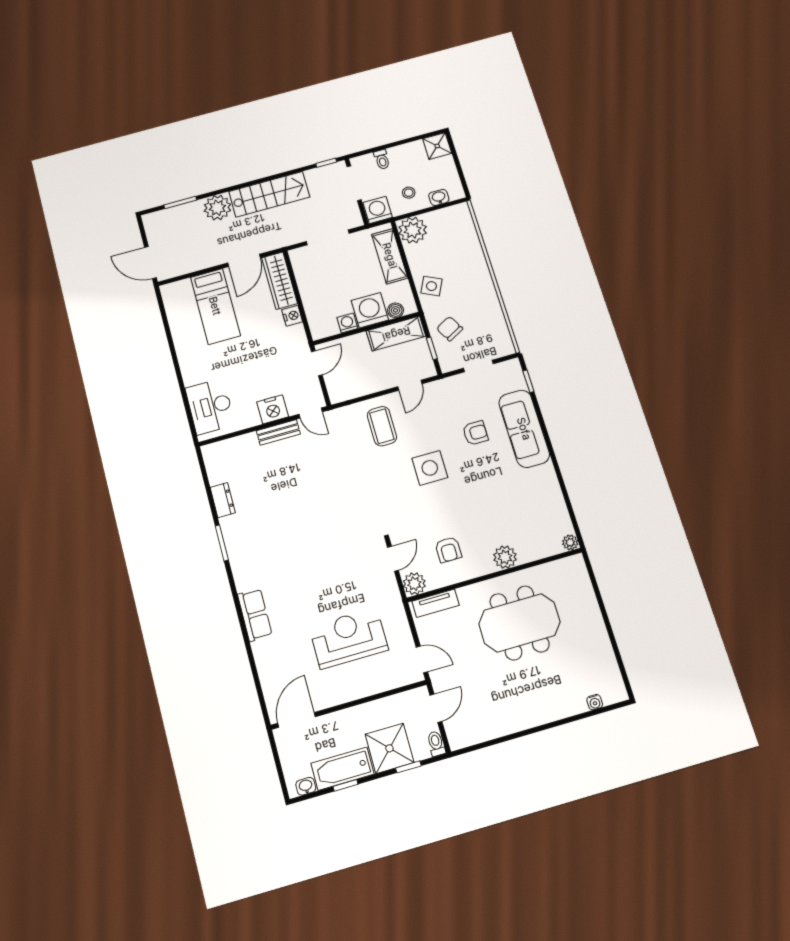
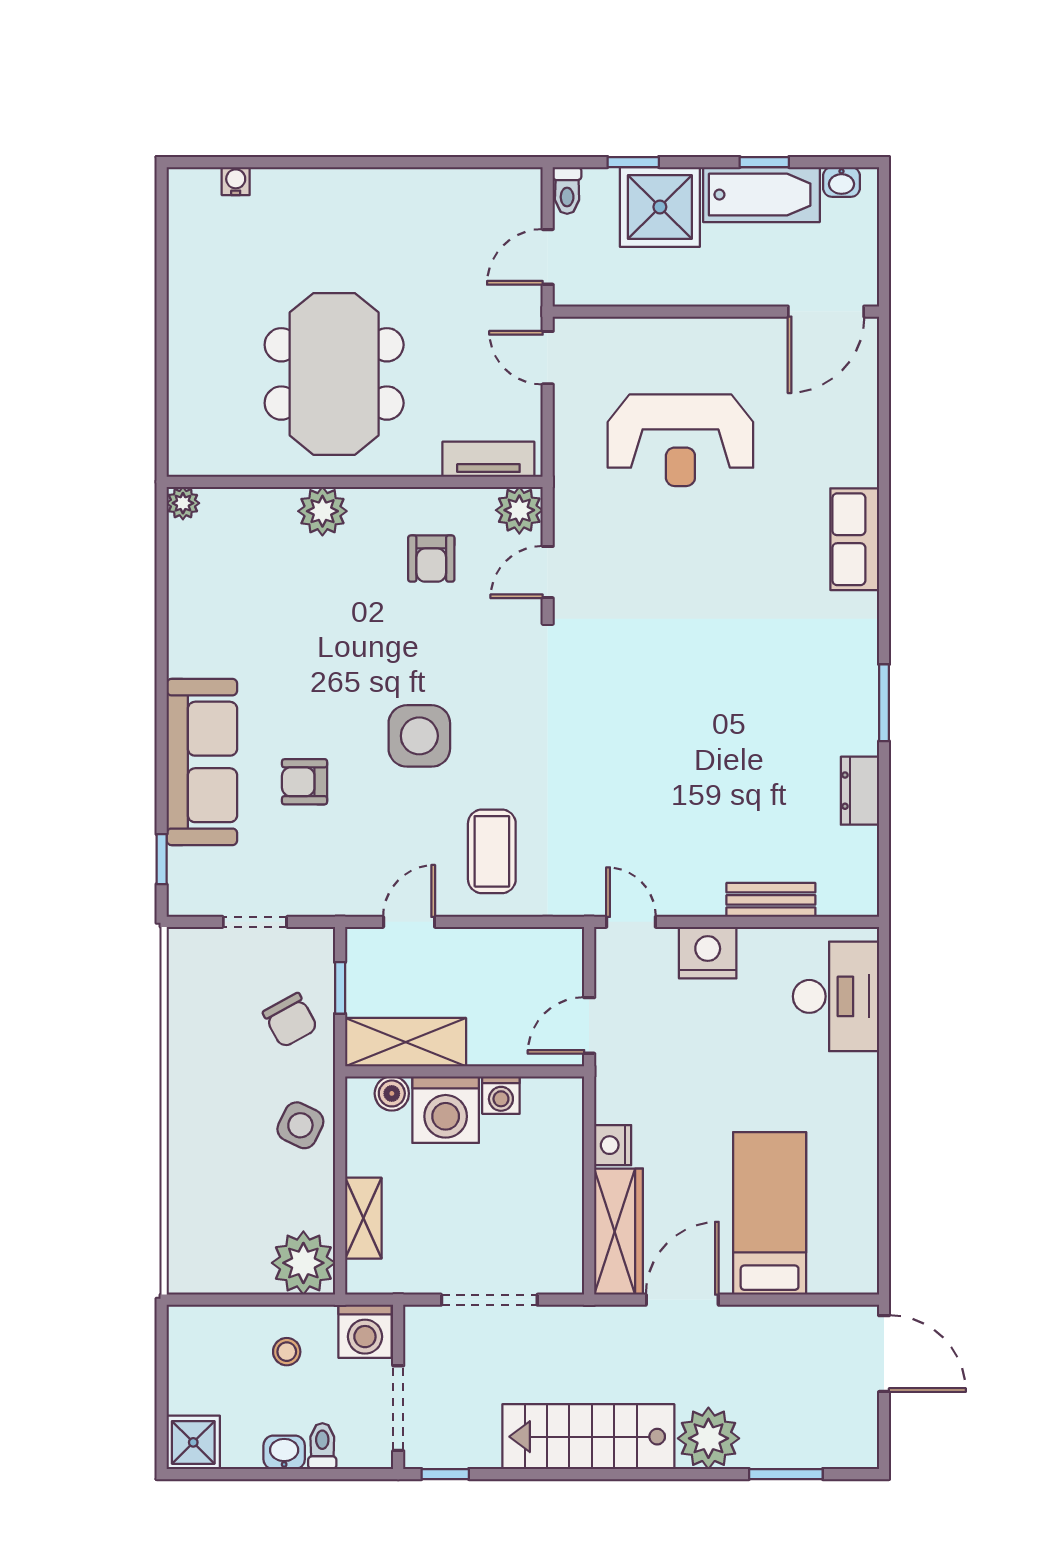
washbasin: (439, 197) -> (284, 1452), moved, turned 180
shelving: (390, 256) -> (363, 1218), width x0.67, depth x0.75
bench: (278, 432) -> (771, 900), moved
armchair: (448, 550) -> (431, 559), turned 180
meeting table: (519, 623) -> (334, 374), turned 90

